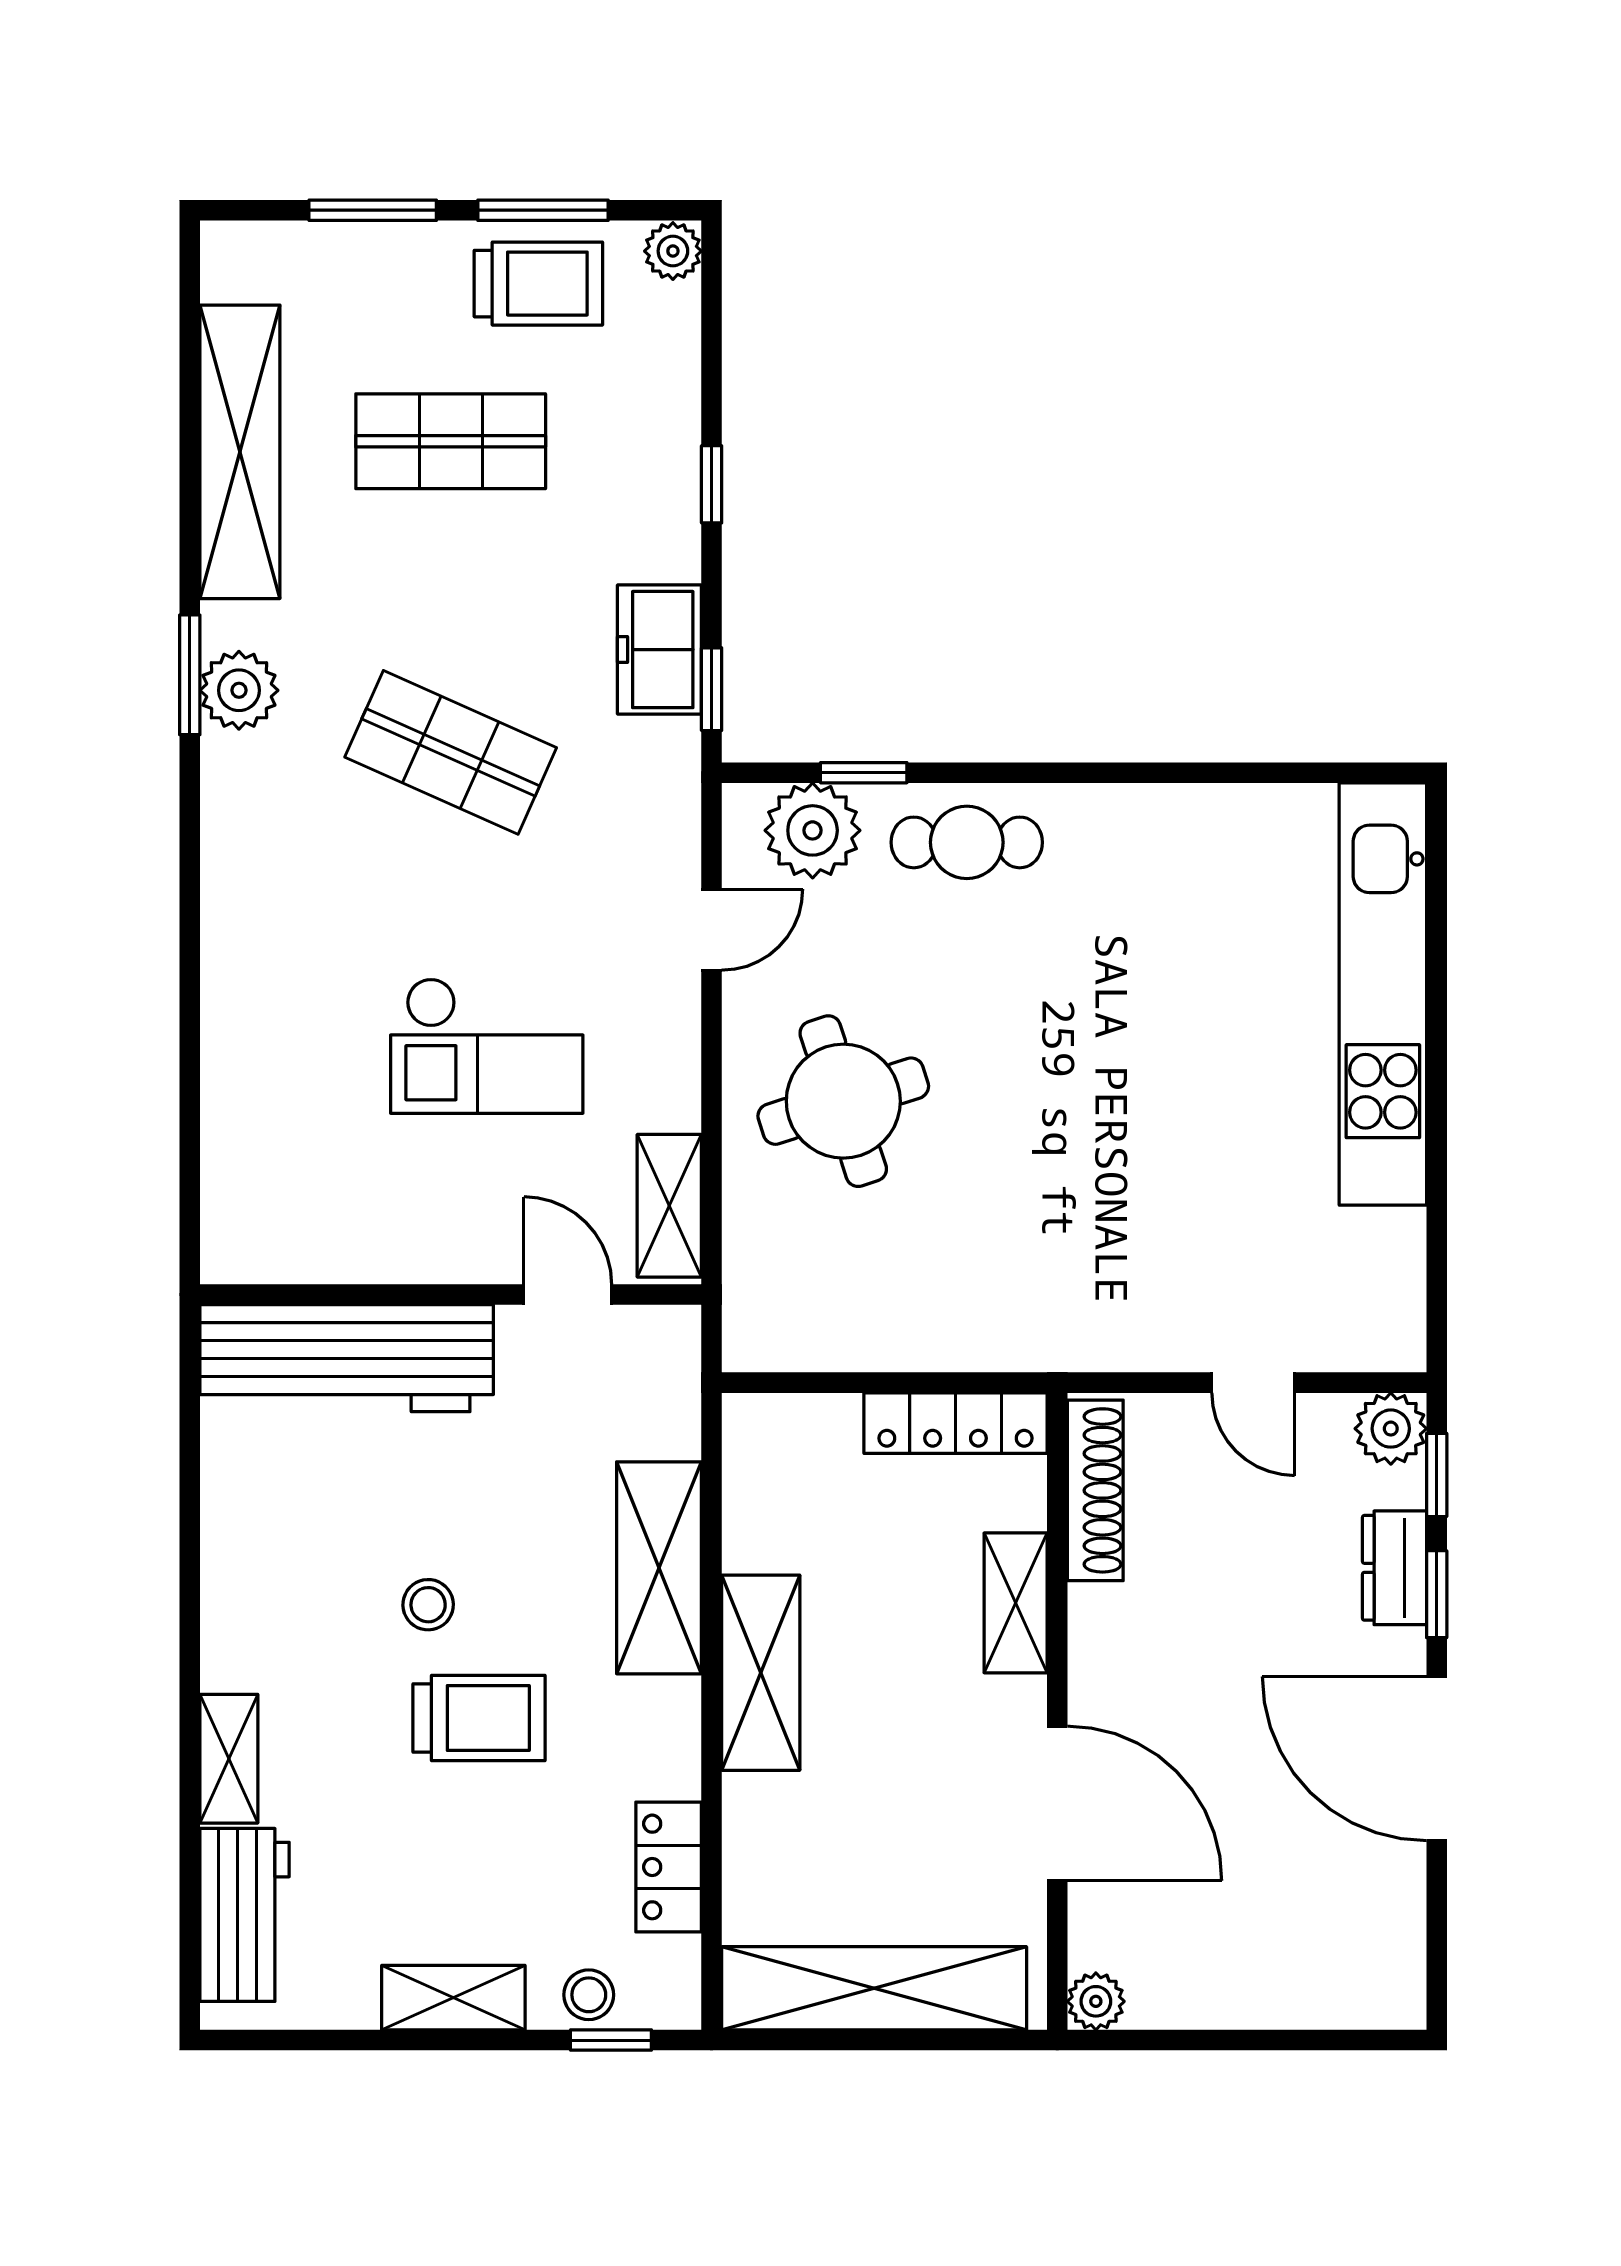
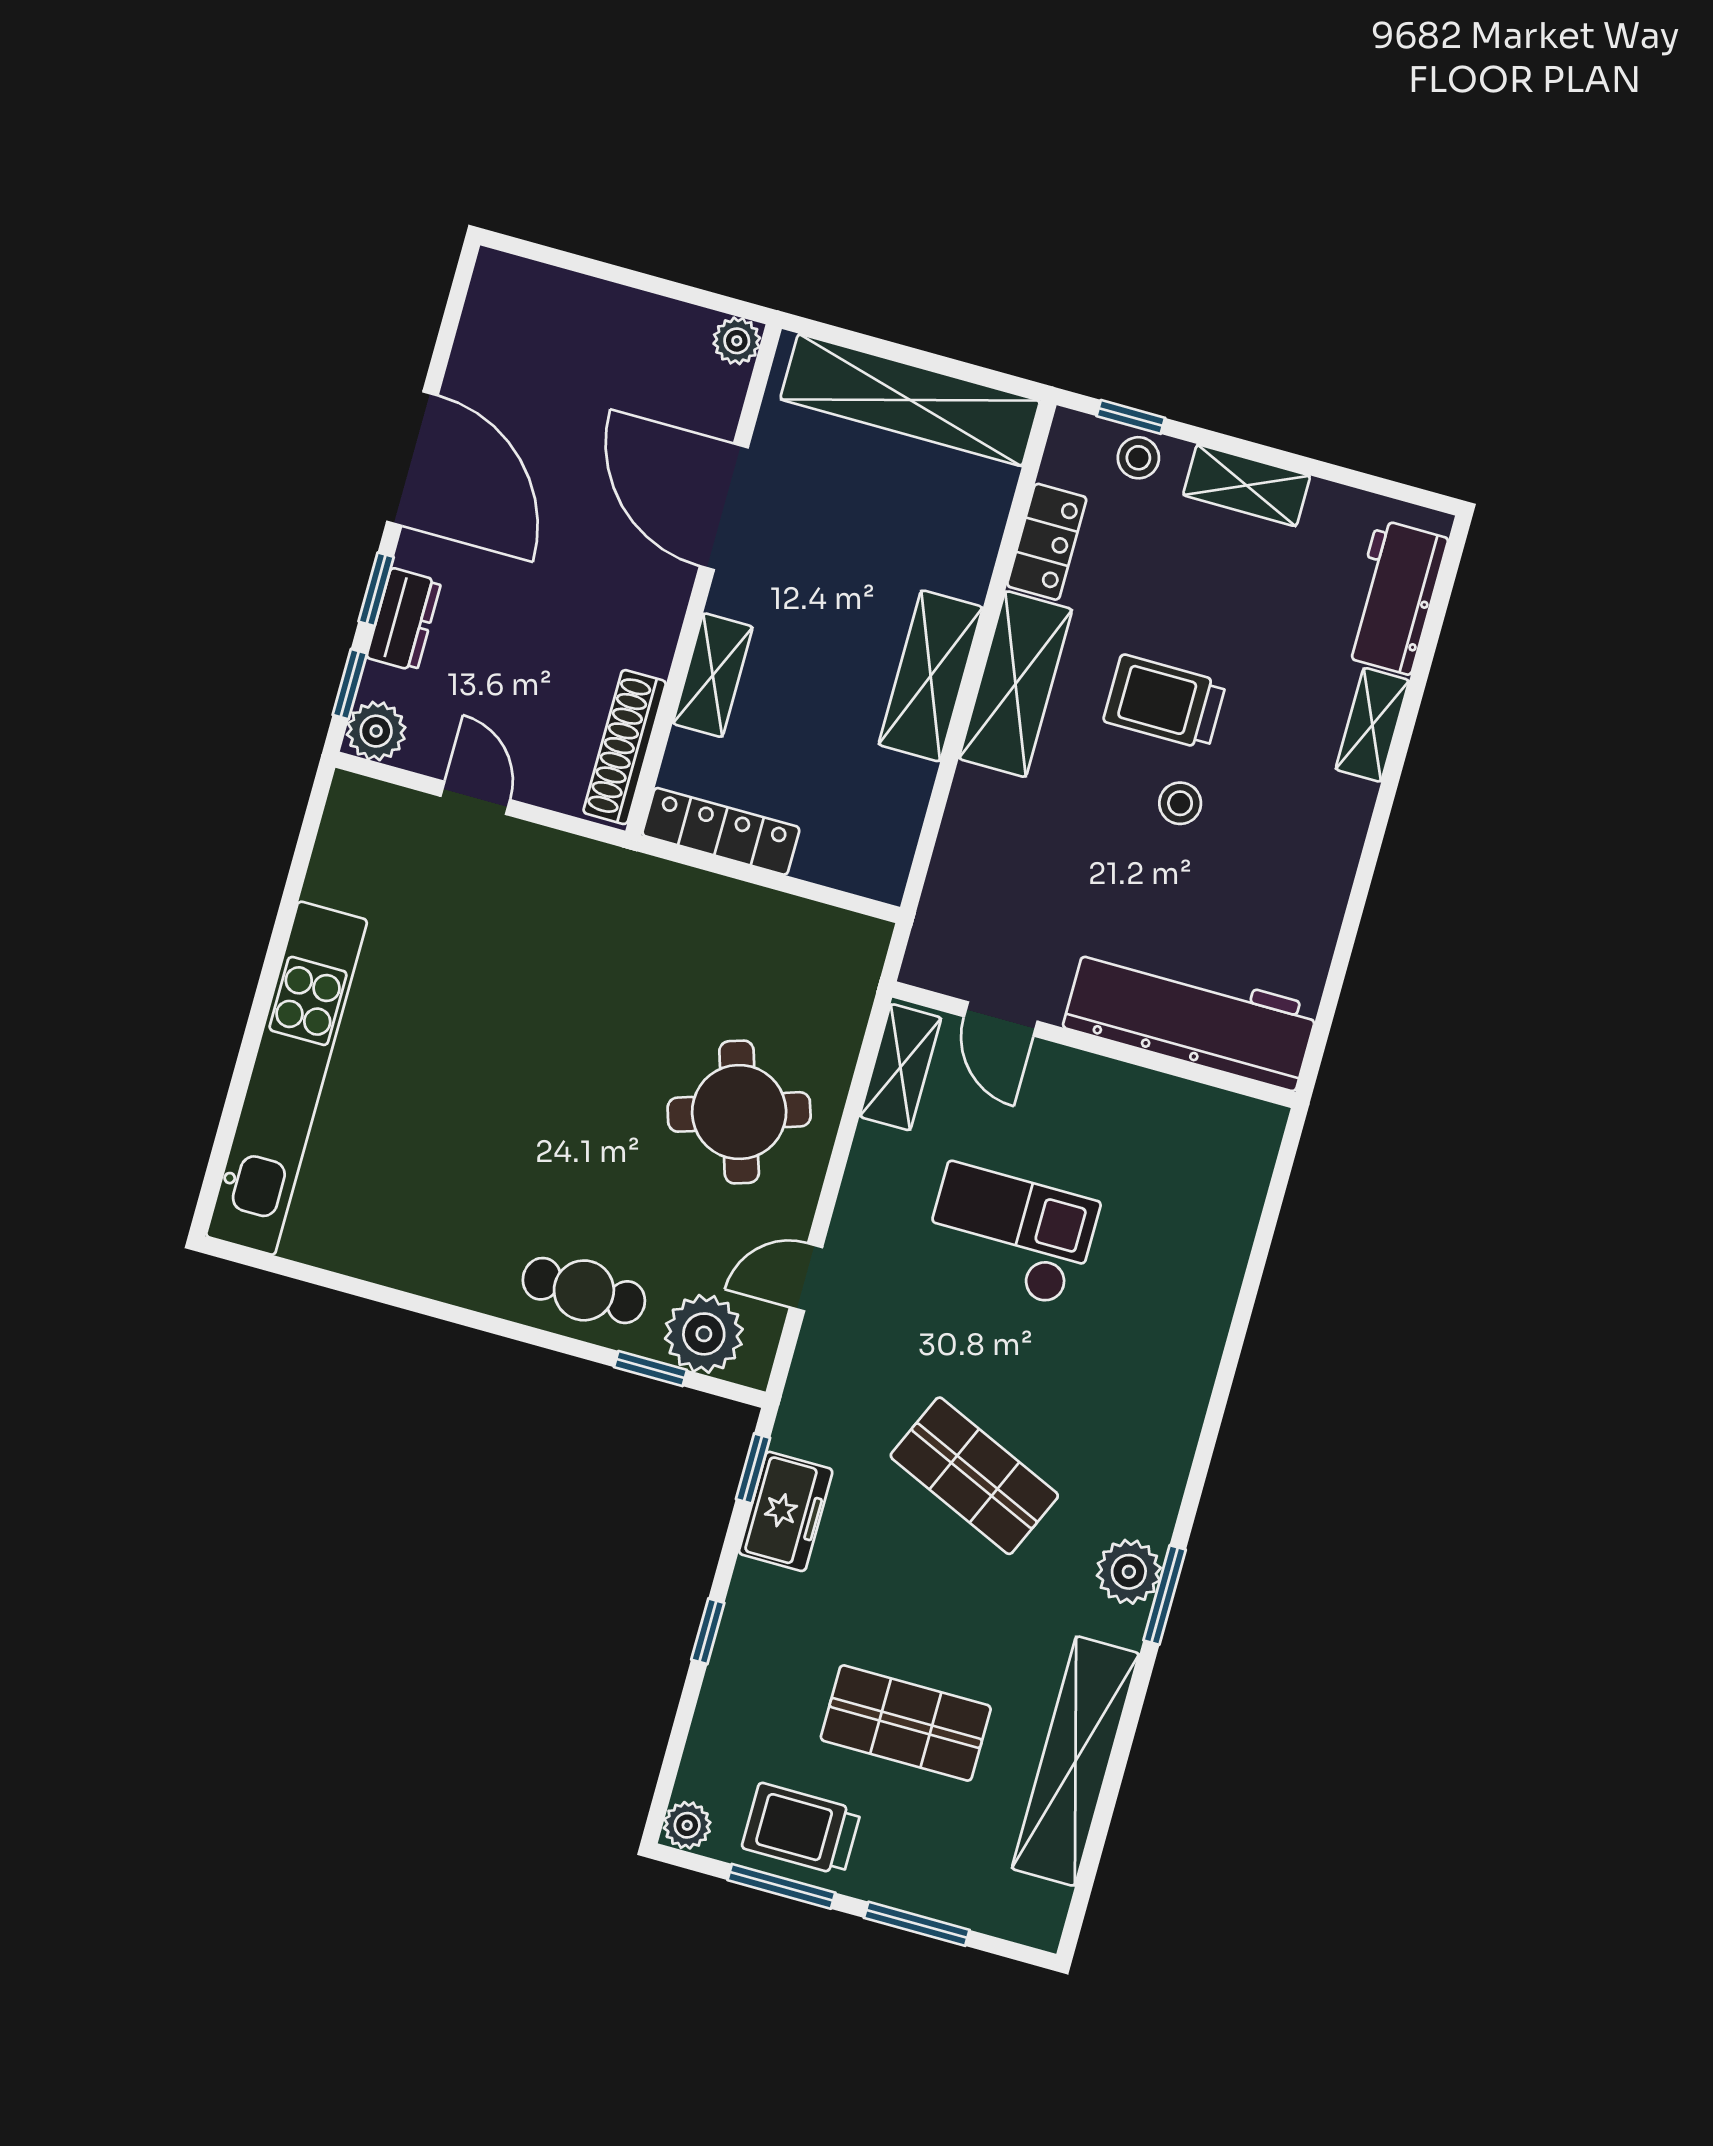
shelving: (659, 1568) -> (1015, 684), moved

